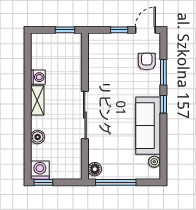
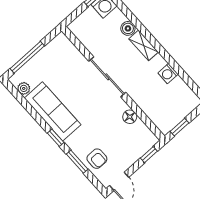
window: (119, 30) -> (149, 155), moved
shelving: (37, 100) -> (144, 45), moved
floor lamp: (95, 169) -> (130, 117), moved
window: (116, 182) -> (27, 57), moved

